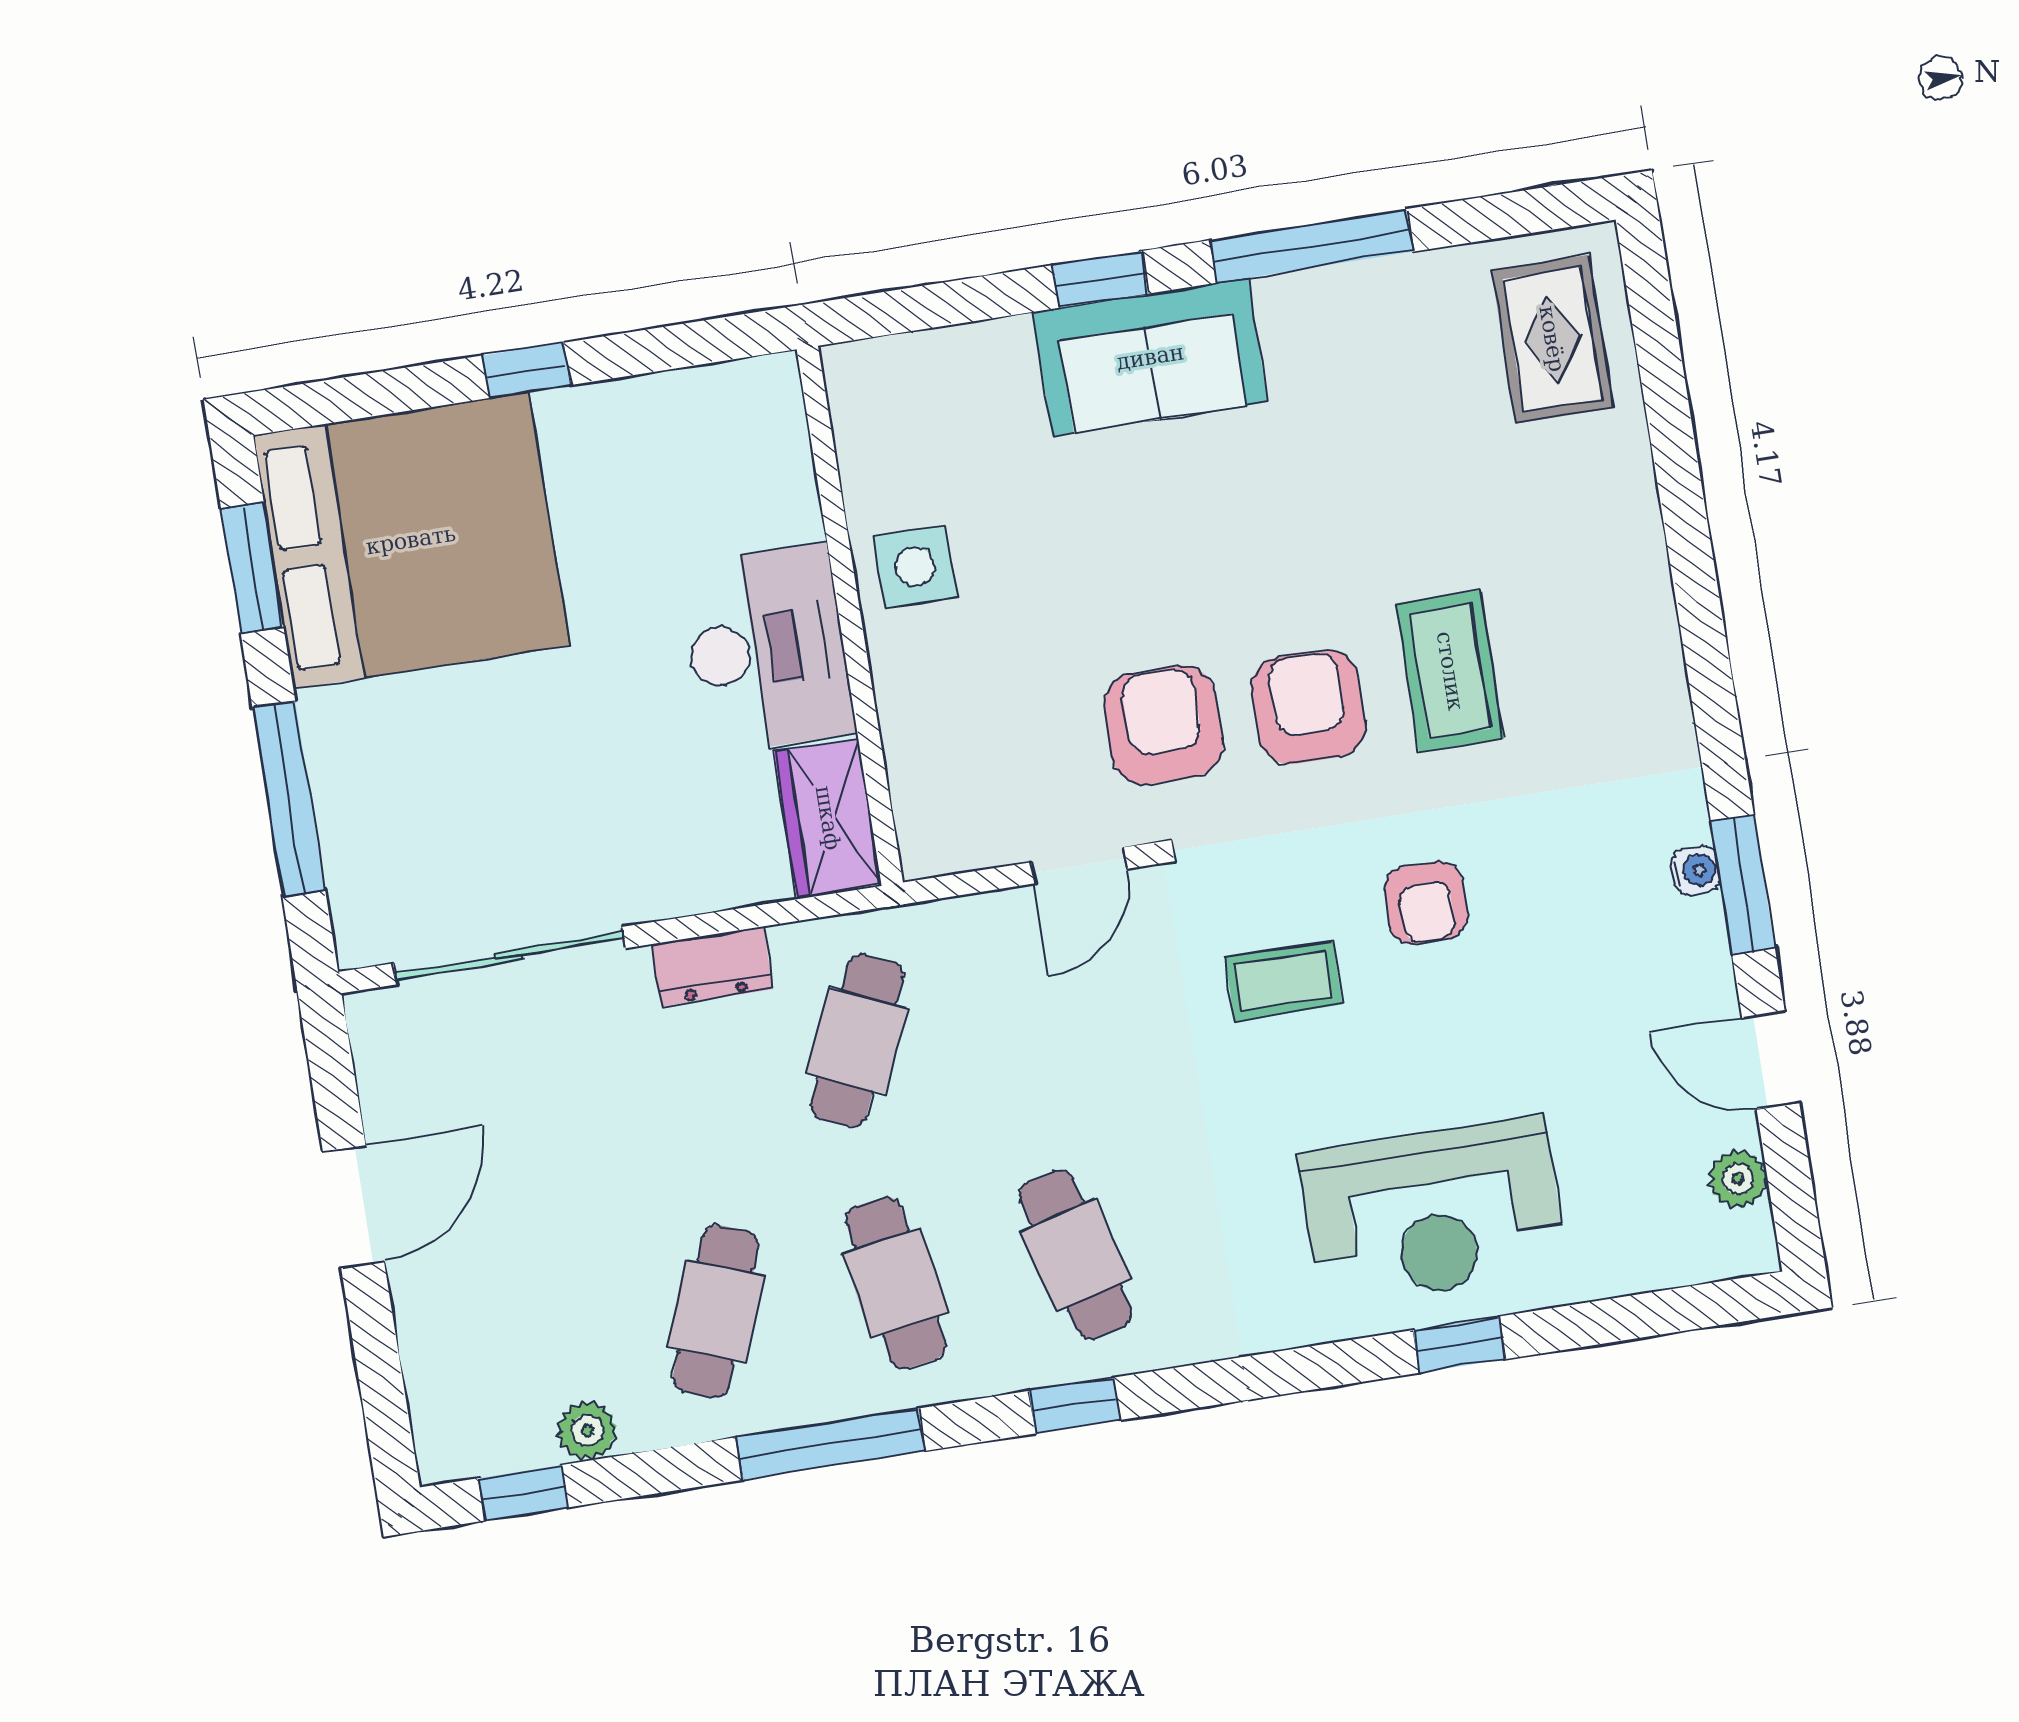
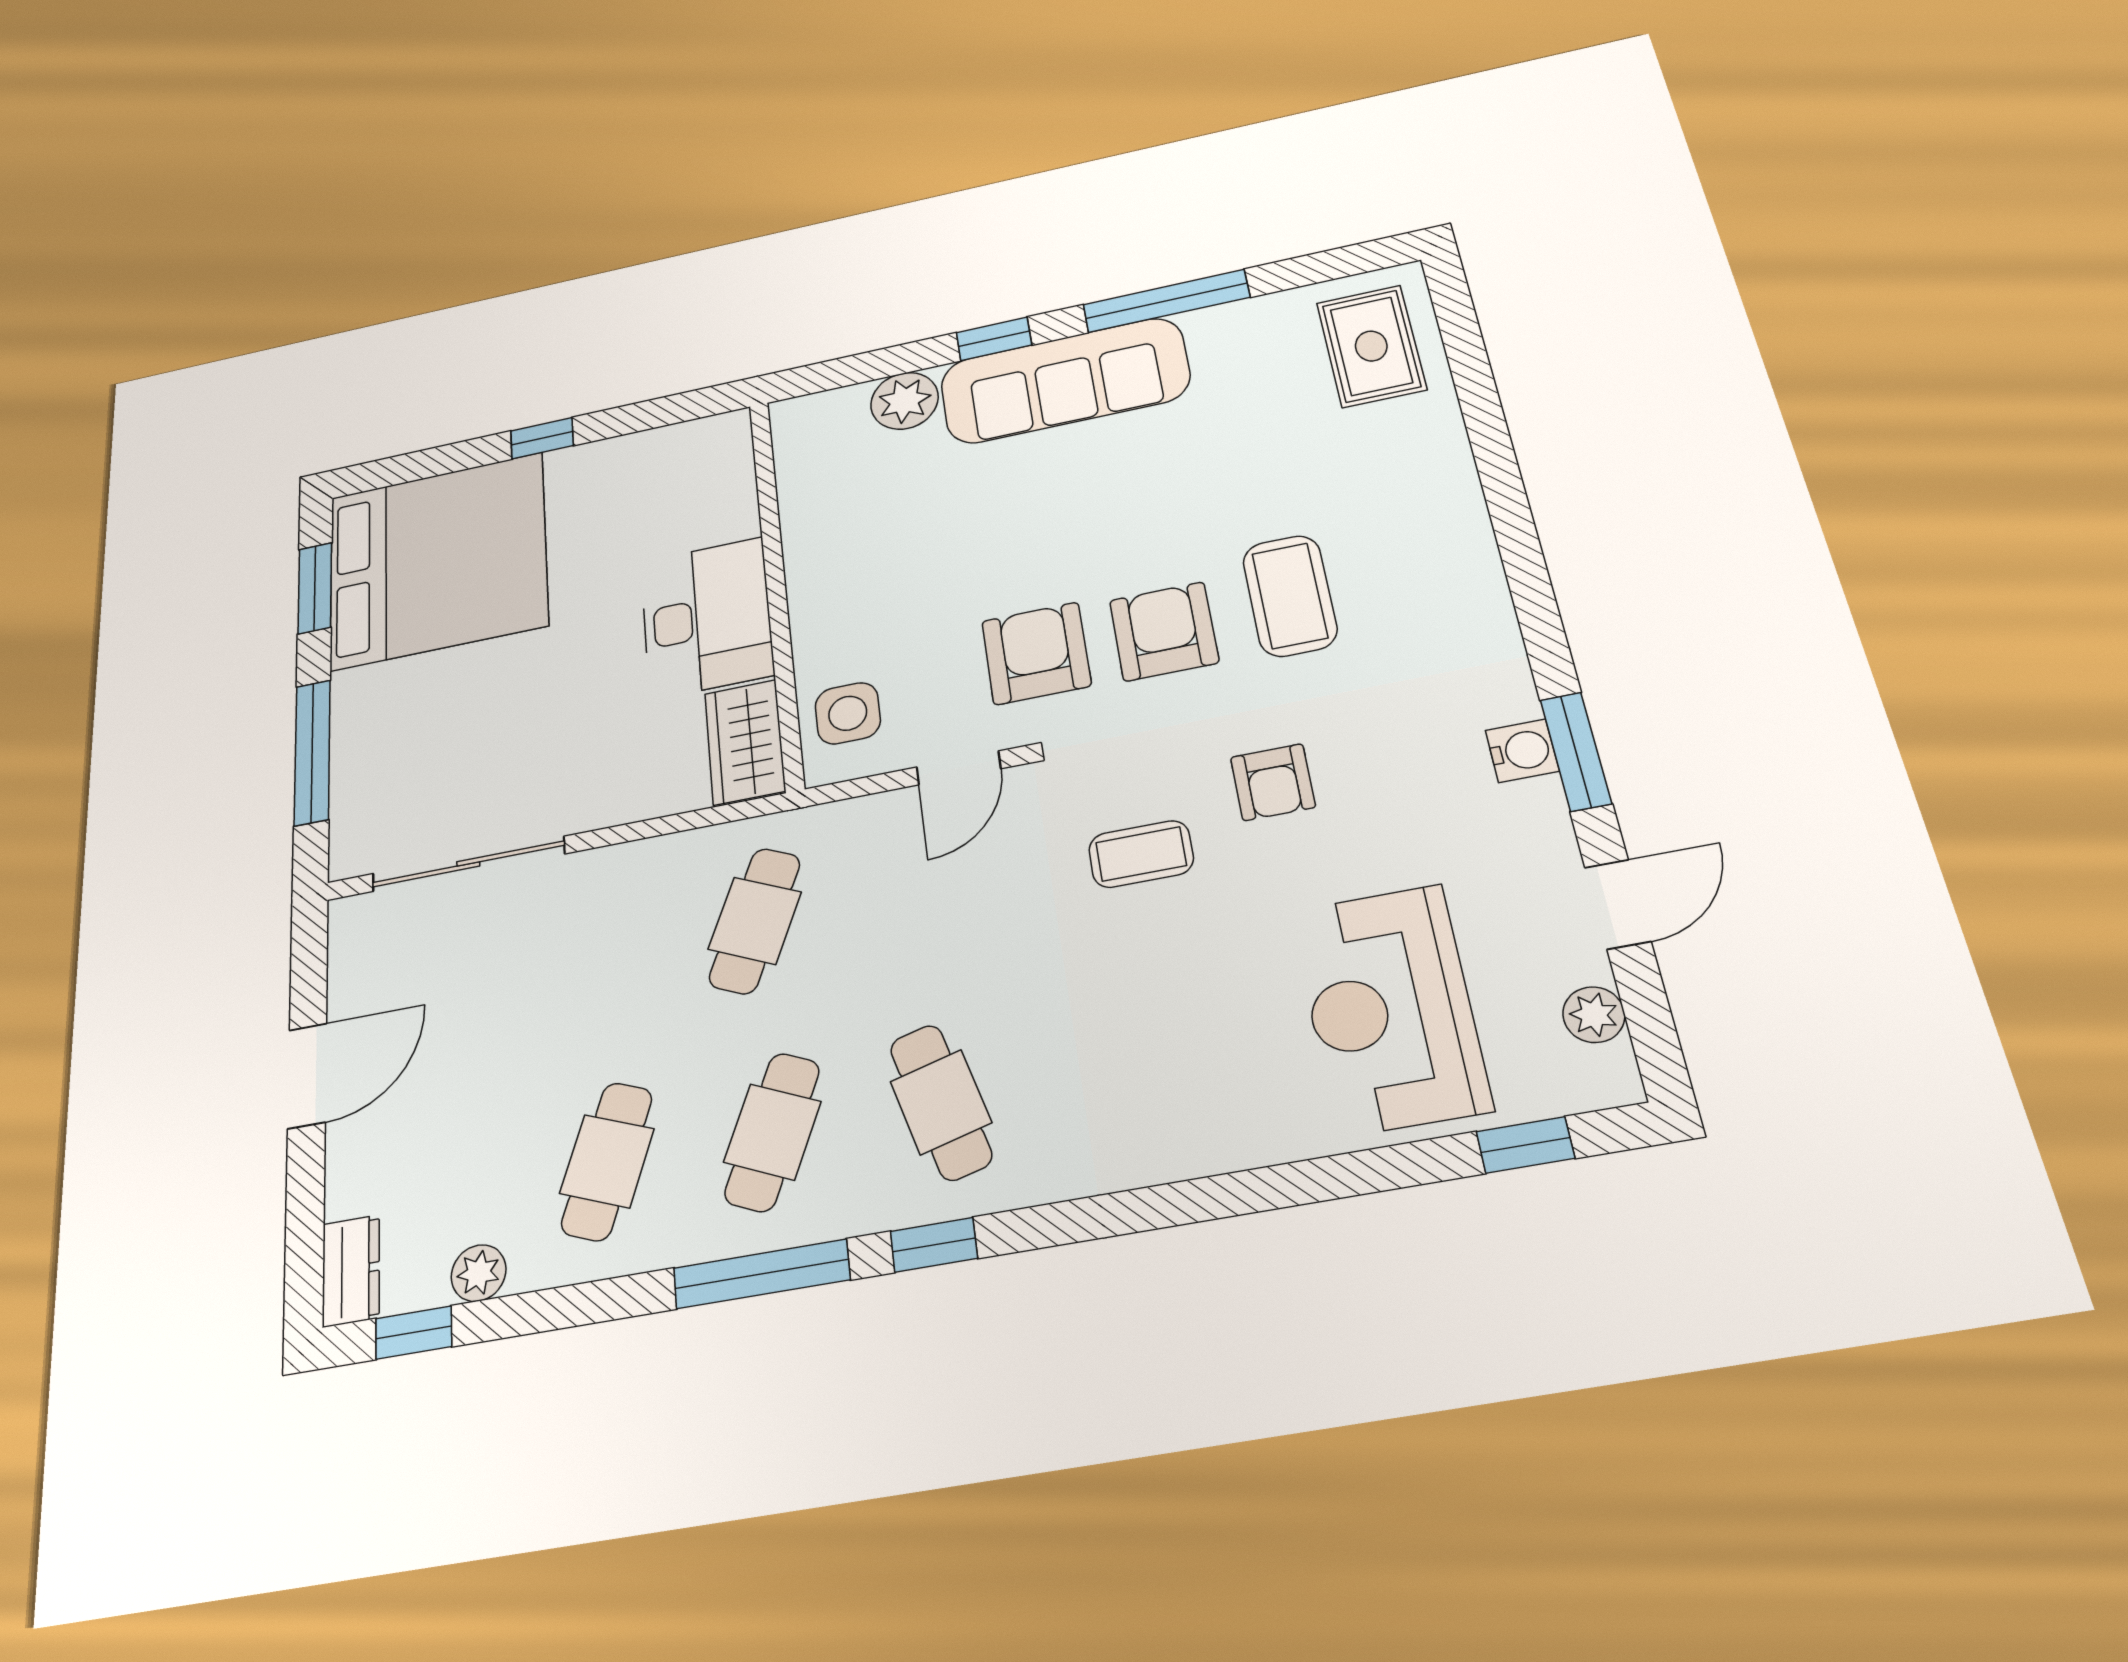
sofa: (1150, 357) -> (1064, 381), width x1.36
plant: (992, 360) -> (904, 401), added
side table: (915, 567) -> (848, 713), moved
water cooler: (1696, 870) -> (1522, 751), width x1.38, depth x1.38
dresser: (712, 967) -> (351, 1271), moved, turned -90
door: (1771, 1061) -> (1618, 904), swing flipped
reception desk: (1433, 1212) -> (1390, 1009), moved, turned 90
cafe table: (896, 1283) -> (772, 1132), turned 33
window: (1459, 1345) -> (1525, 1145), moved
window: (831, 1444) -> (761, 1274), moved

